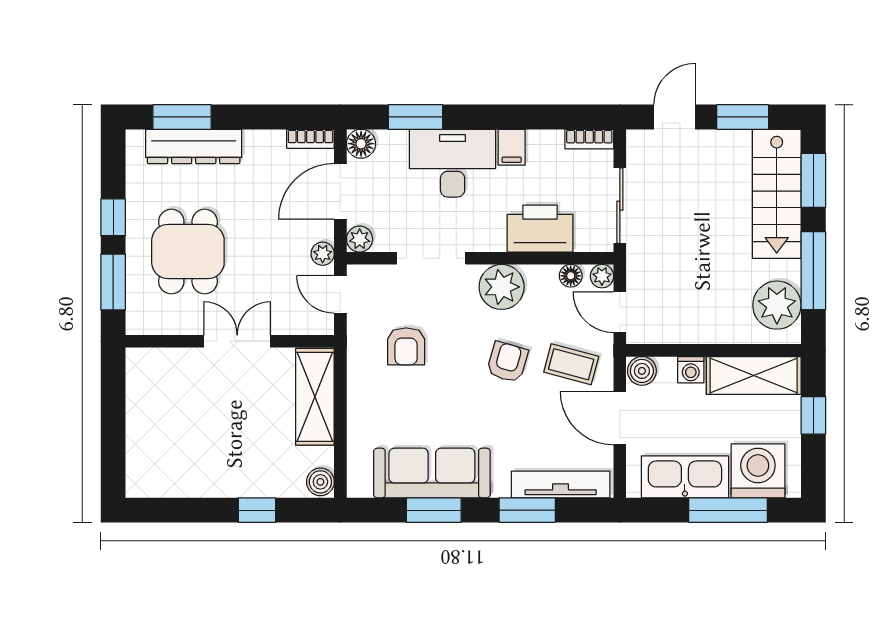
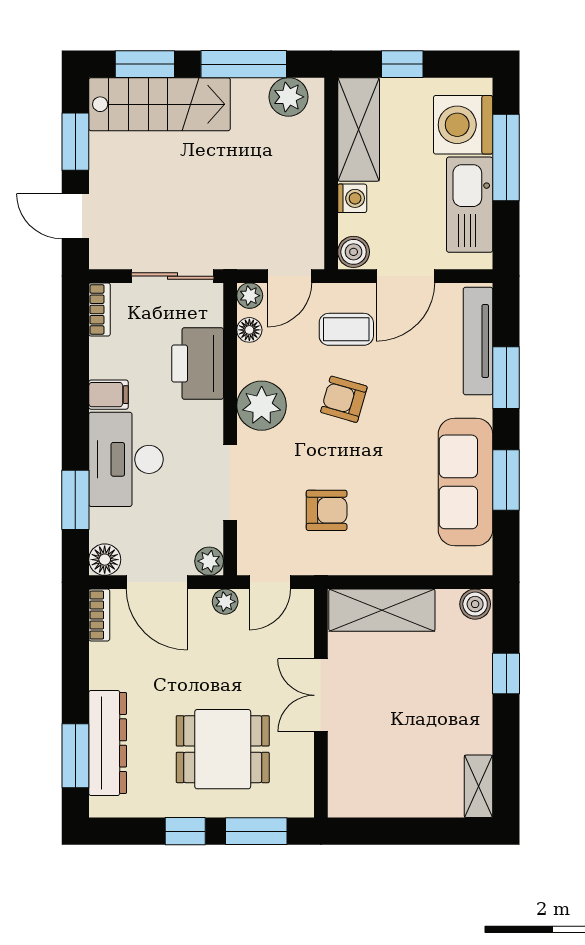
plant: (777, 305) -> (288, 97), width x0.73, depth x0.73
coffee table: (571, 364) -> (346, 329), turned 75
shelving: (154, 485) -> (478, 786), added

